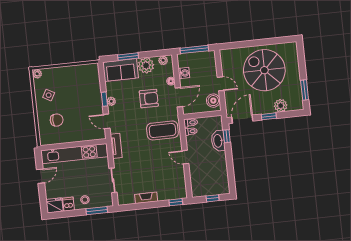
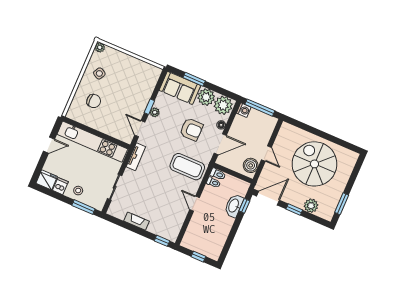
plant: (163, 60) -> (223, 105), width x1.88, depth x1.88
washing machine: (184, 73) -> (244, 110), moved

